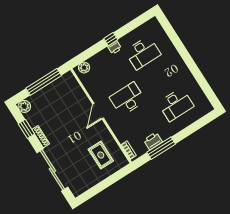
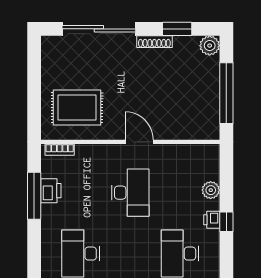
plant: (84, 68) -> (211, 190), moved
rug: (101, 155) -> (77, 107), width x1.36, depth x1.43

